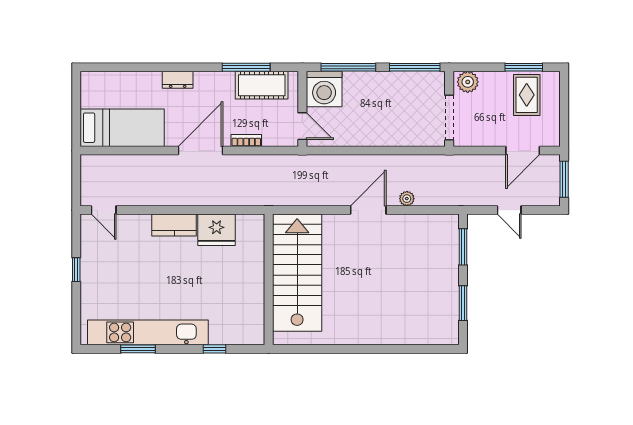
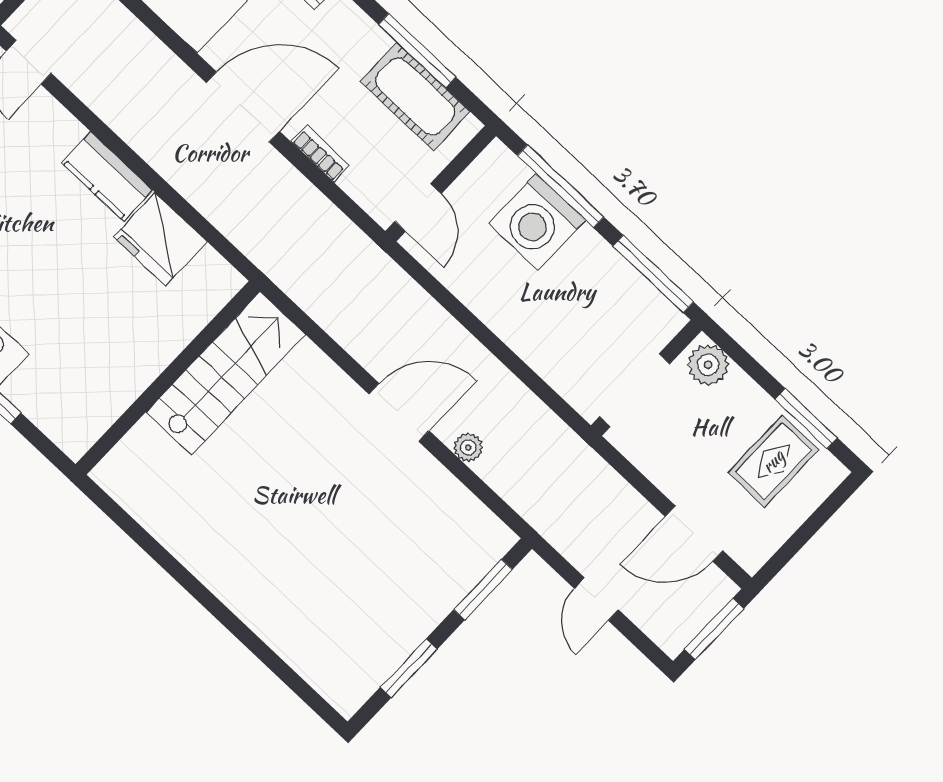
washing machine: (324, 89) -> (537, 222), moved
stairs: (297, 273) -> (226, 373), width x0.73, depth x0.66

